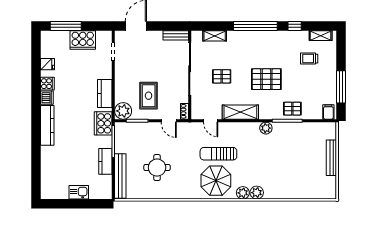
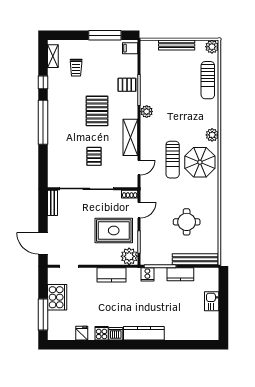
shelving: (215, 36) -> (53, 163), removed
rug: (149, 96) -> (114, 230), width x1.36, depth x1.43
pallet: (292, 109) -> (127, 85), turned 90
cooker: (103, 123) -> (147, 274), width x0.53, depth x0.76
sun lounger: (297, 188) -> (208, 80), added
plant: (257, 193) -> (212, 47), moved

